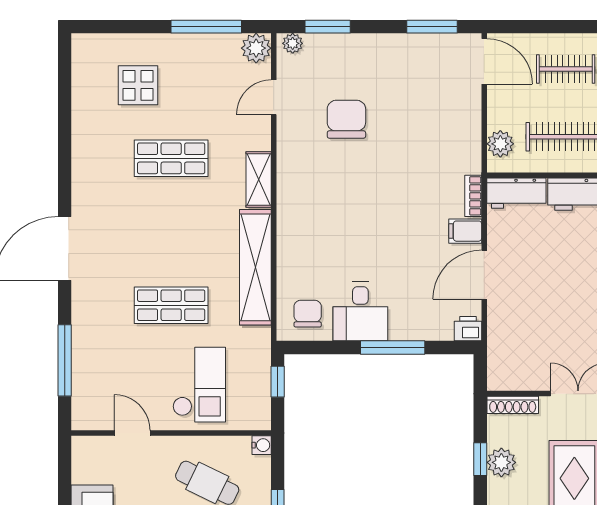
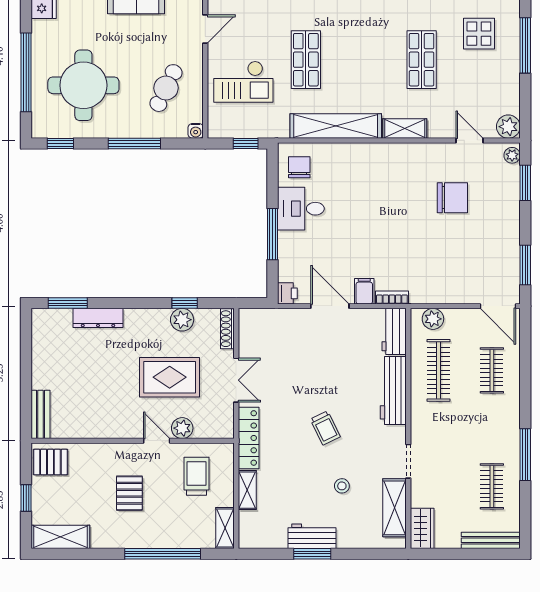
window: (206, 27) -> (525, 45), moved
door: (484, 61) -> (498, 306), hinge flipped
chair: (308, 314) -> (299, 167), turned -90

